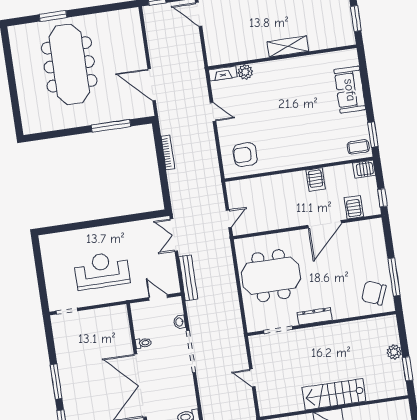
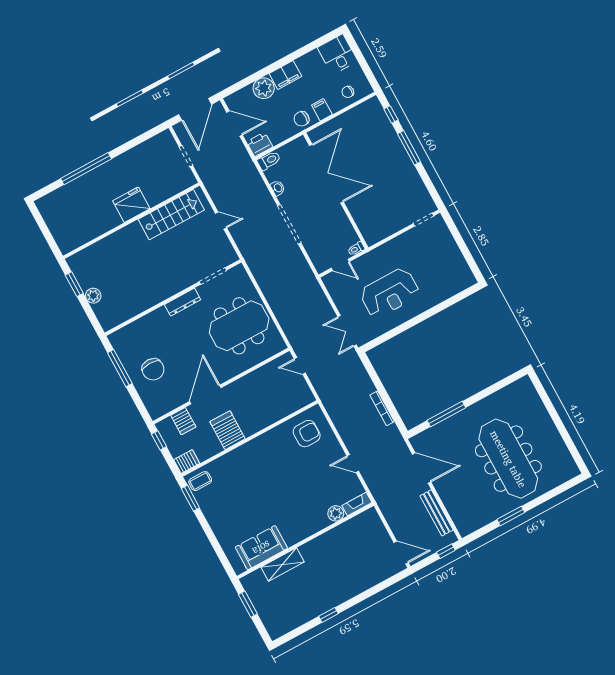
window: (53, 16) -> (511, 516), moved
shelving: (288, 47) -> (283, 564), moved
sofa: (350, 90) -> (261, 548), moved, turned -90
server rack: (316, 179) -> (228, 430), width x1.36, depth x1.44
door: (229, 219) -> (300, 366), hinge flipped
double door: (174, 235) -> (347, 331), swing flipped
reception desk: (102, 271) -> (390, 293), moved
bench: (188, 278) -> (437, 513), moved
chair: (374, 293) -> (153, 369), moved, turned 68
washbasin: (180, 322) -> (278, 188), moved
toilet: (143, 343) -> (356, 249), moved
stairs: (334, 394) -> (171, 215), moved

